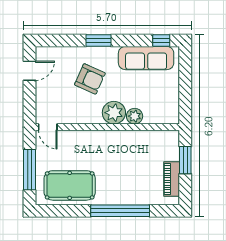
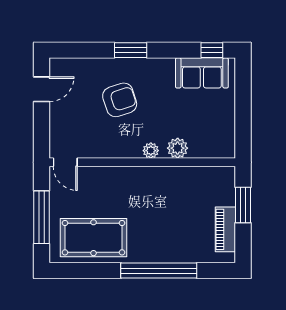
sofa: (146, 58) -> (202, 73), width x0.73
armchair: (90, 79) -> (120, 100), turned -42
plant: (114, 113) -> (151, 151), width x0.53, depth x0.53

